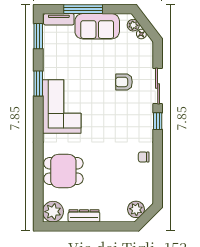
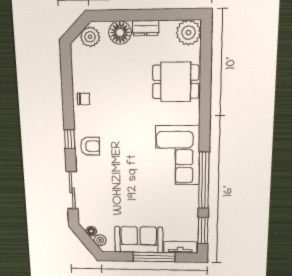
armchair: (124, 82) -> (90, 146), moved
window: (38, 84) -> (204, 180), width x2.11
sliding door: (158, 86) -> (72, 190), moved
floor lamp: (110, 213) -> (120, 33), added
dresser: (84, 216) -> (146, 28), width x0.70

